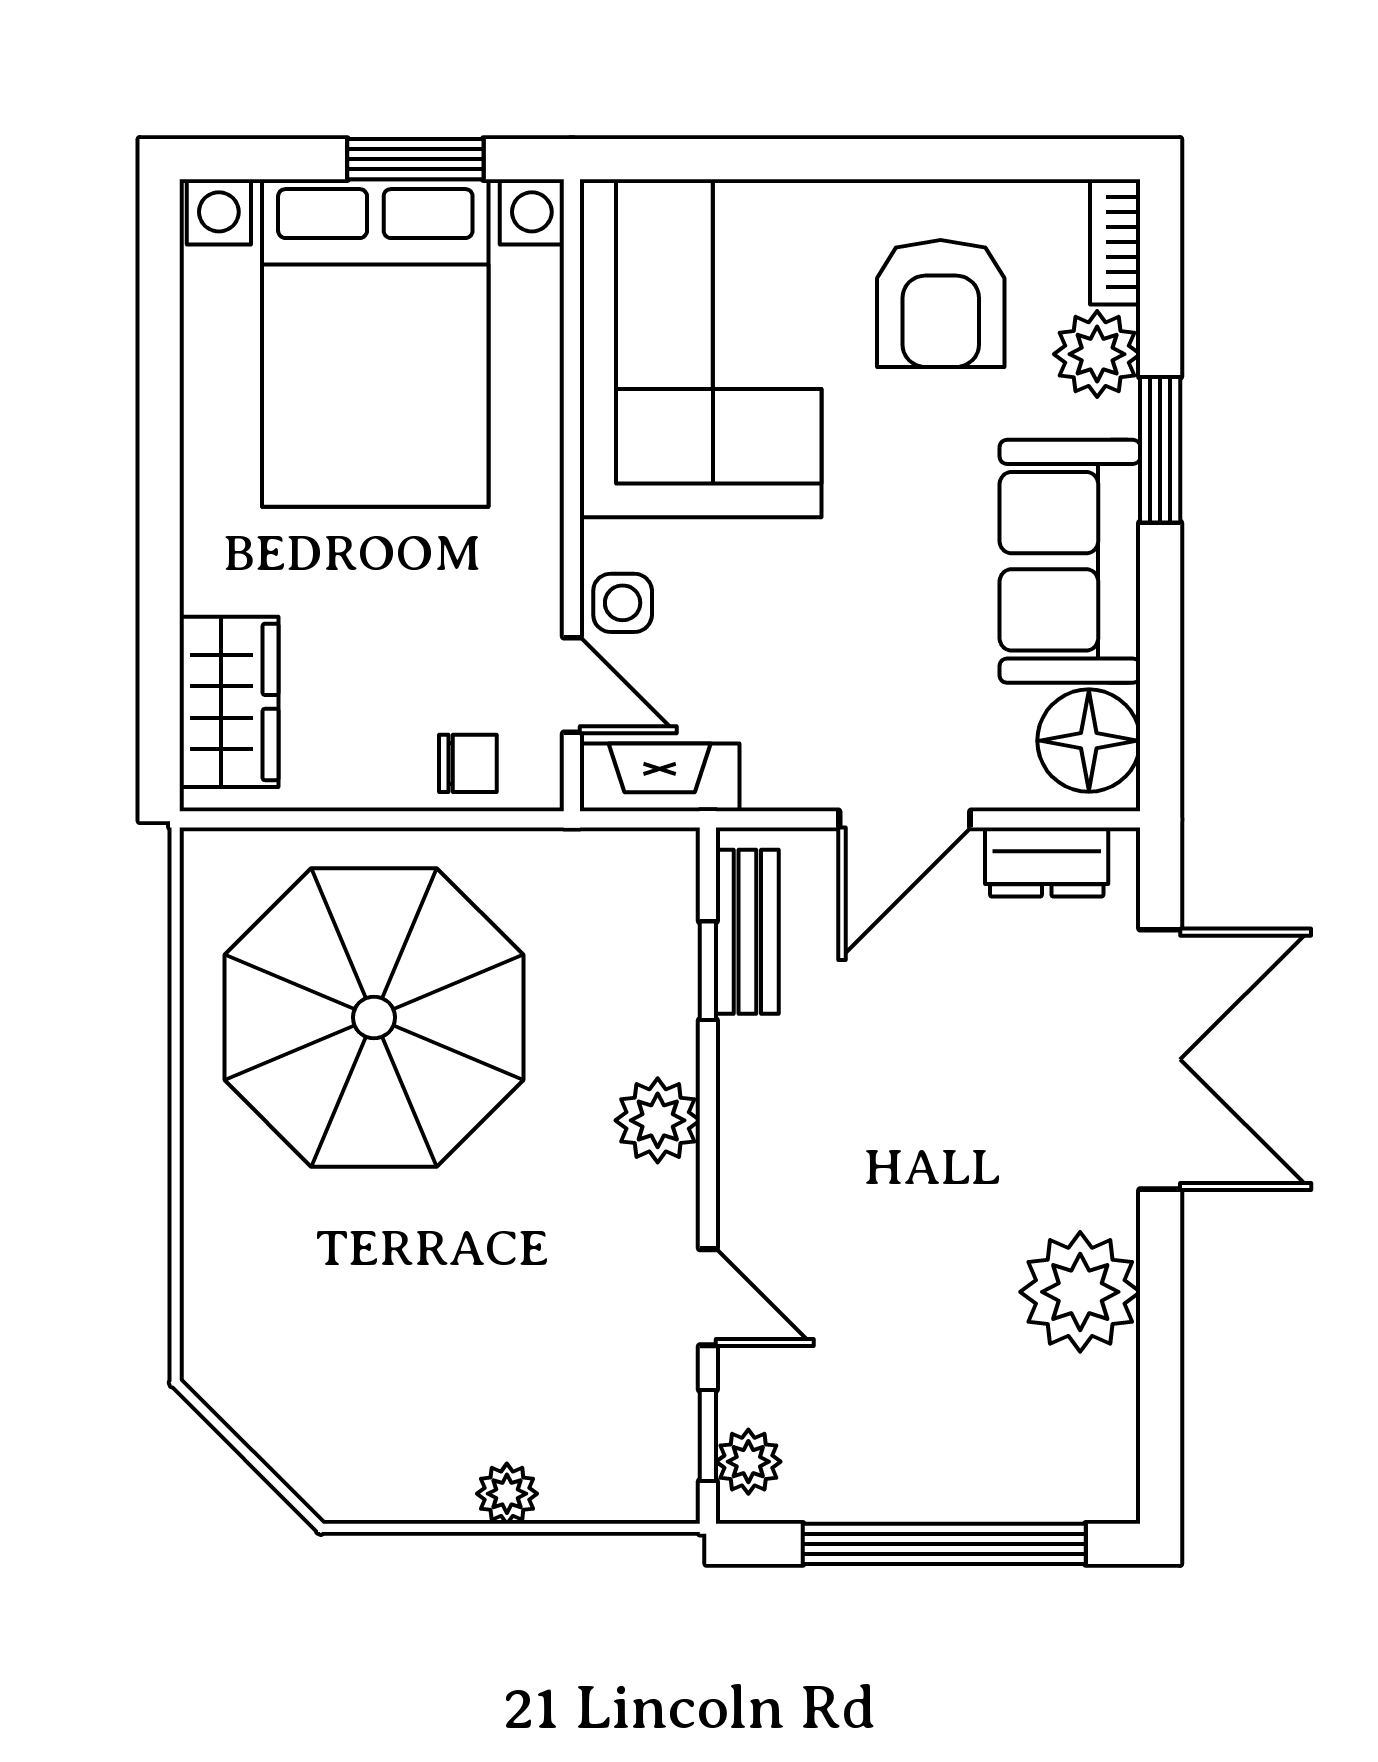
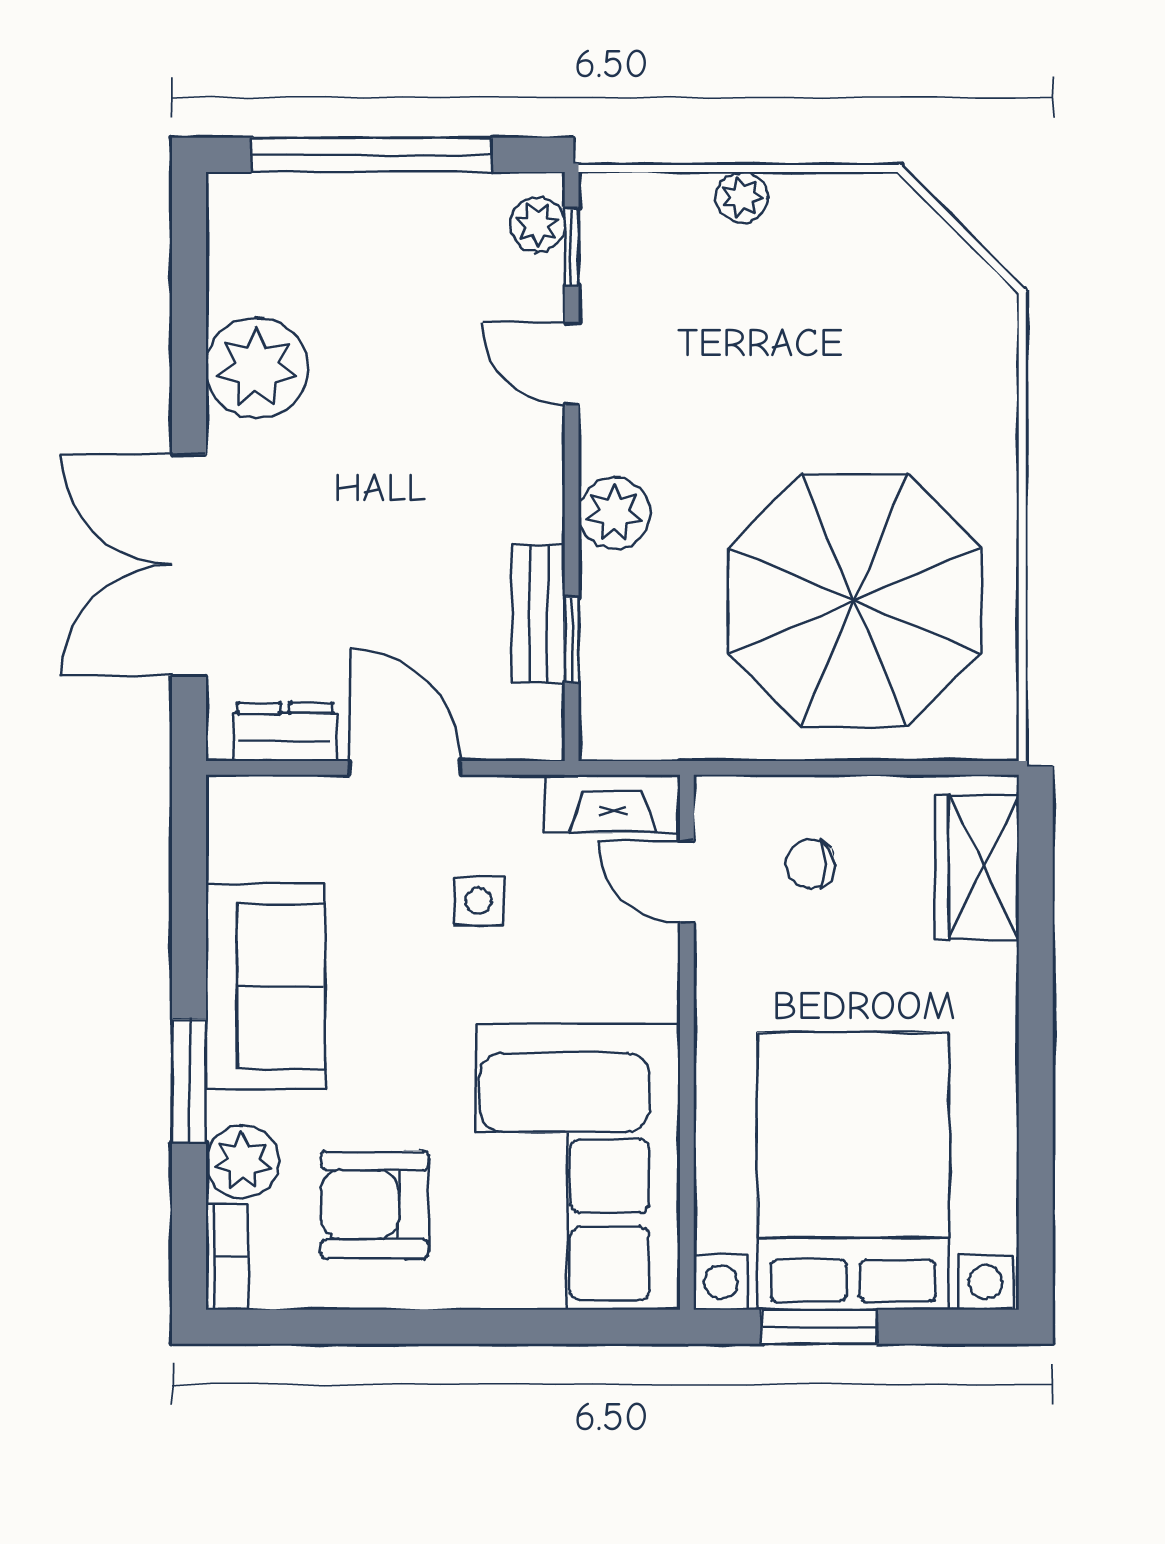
armchair: (941, 303) -> (375, 1205), turned -90
side table: (623, 603) -> (479, 901), moved
floor lamp: (1089, 741) -> (249, 835), removed
chair: (468, 763) -> (811, 864), moved
door: (905, 819) -> (405, 768), hinge flipped
bench: (747, 932) -> (538, 613), moved

